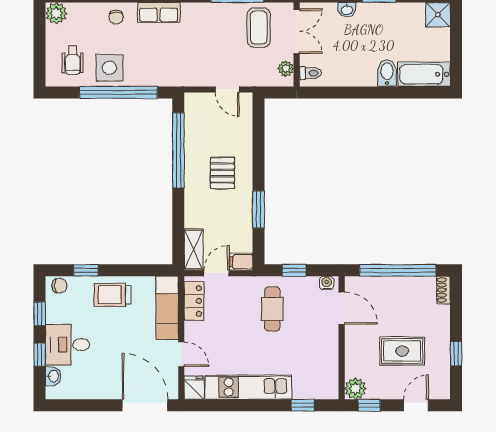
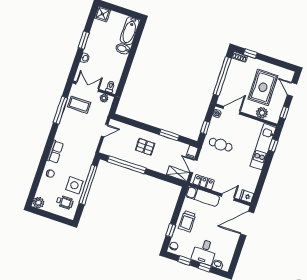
rug: (402, 351) -> (263, 87), width x1.36, depth x1.43
window: (456, 354) -> (250, 54), moved
kitchen unit: (249, 387) -> (263, 147), moved
plant: (355, 389) -> (262, 113), moved

